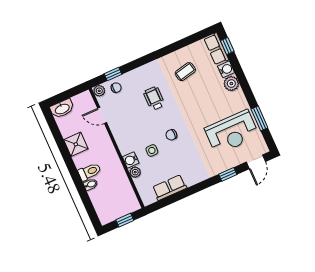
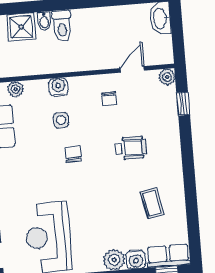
chair: (116, 88) -> (109, 99), moved
shower: (76, 144) -> (21, 27), moved
plant: (135, 172) -> (16, 89), moved

